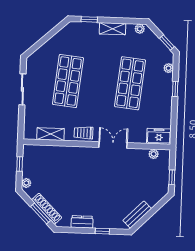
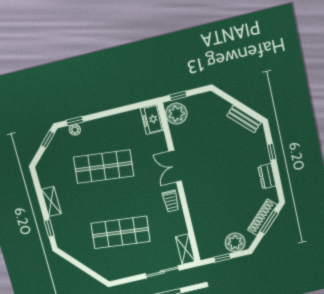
plant: (140, 29) -> (42, 173), removed
sliding door: (22, 89) -> (162, 272), moved
window: (175, 89) -> (75, 121), moved
shelving: (51, 134) -> (185, 249), moved
plant: (154, 154) -> (176, 114), width x1.88, depth x1.88
window: (172, 177) -> (178, 96), moved
plant: (26, 183) -> (235, 242), width x1.87, depth x1.87

